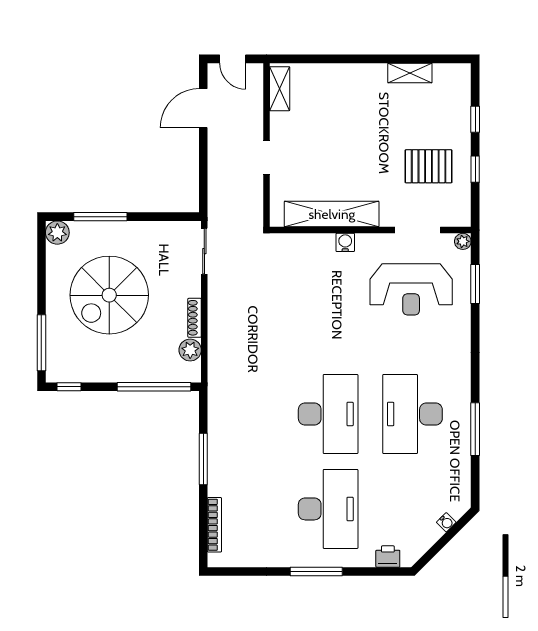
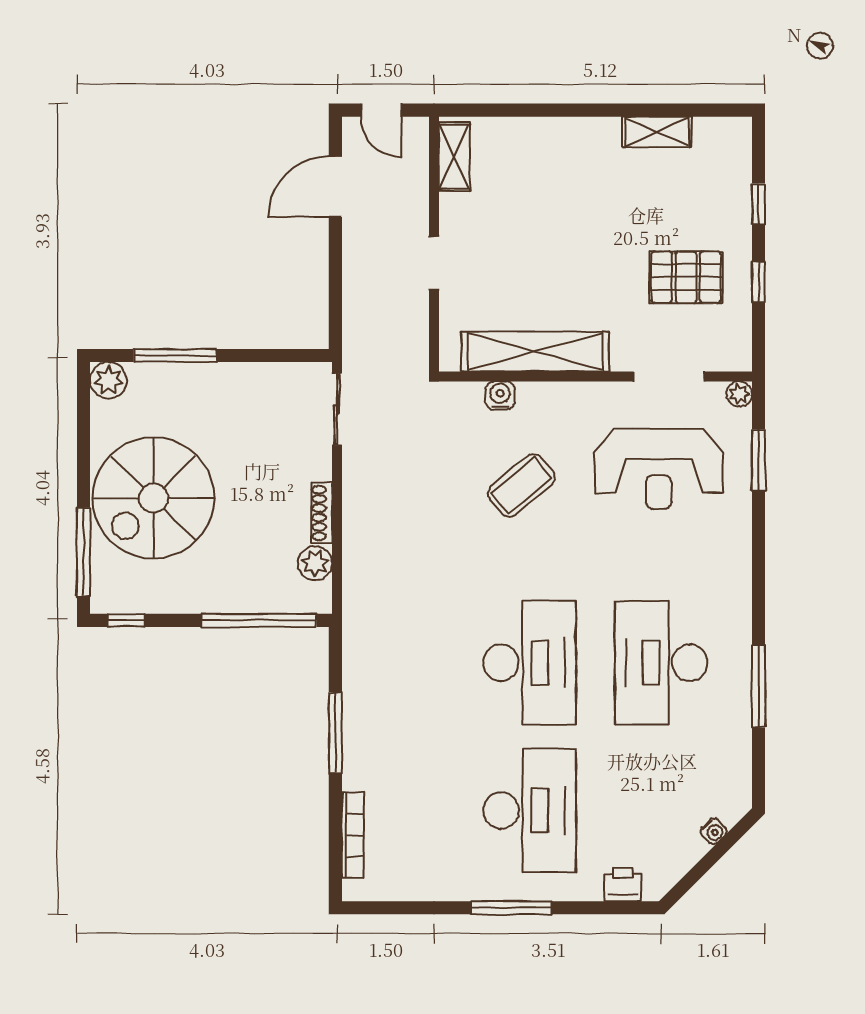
water cooler: (345, 242) -> (500, 396), moved
spiral stairs: (109, 295) -> (153, 498), moved
coffee table: (323, 300) -> (521, 485), added

